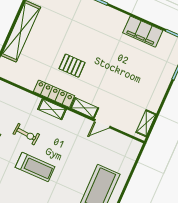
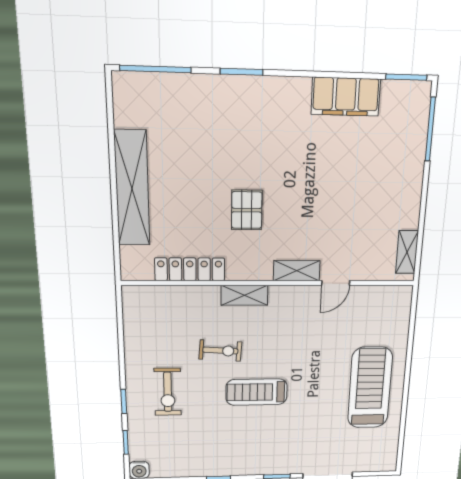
pallet: (72, 66) -> (247, 210), turned 90
locker: (54, 94) -> (190, 269), moved
treadmill: (35, 167) -> (257, 392), turned 180

